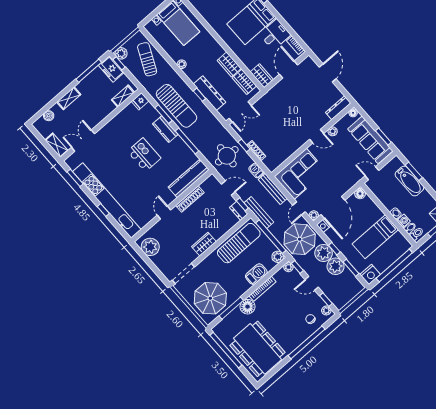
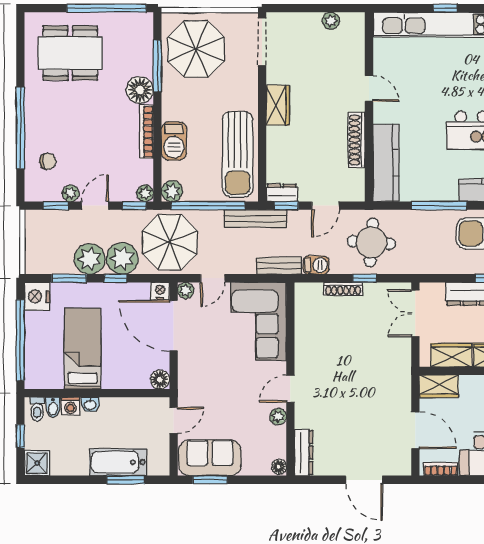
sofa: (370, 140) -> (210, 458), width x0.73
bench: (273, 189) -> (279, 266), width x0.73
door: (299, 208) -> (213, 278), swing flipped
plant: (150, 247) -> (331, 21), width x0.53, depth x0.53
plant: (326, 310) -> (70, 193), moved
dining table: (257, 349) -> (70, 53), width x0.73, depth x0.80

